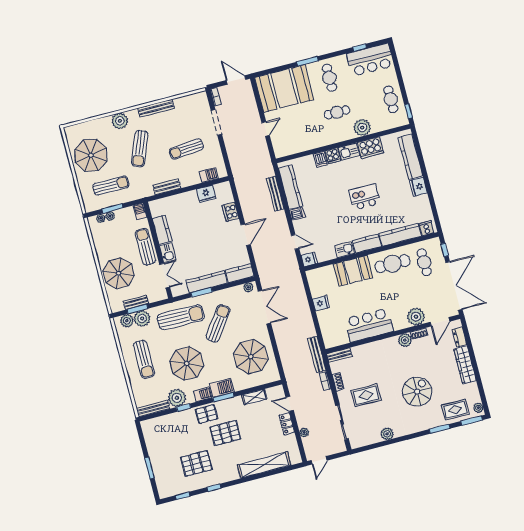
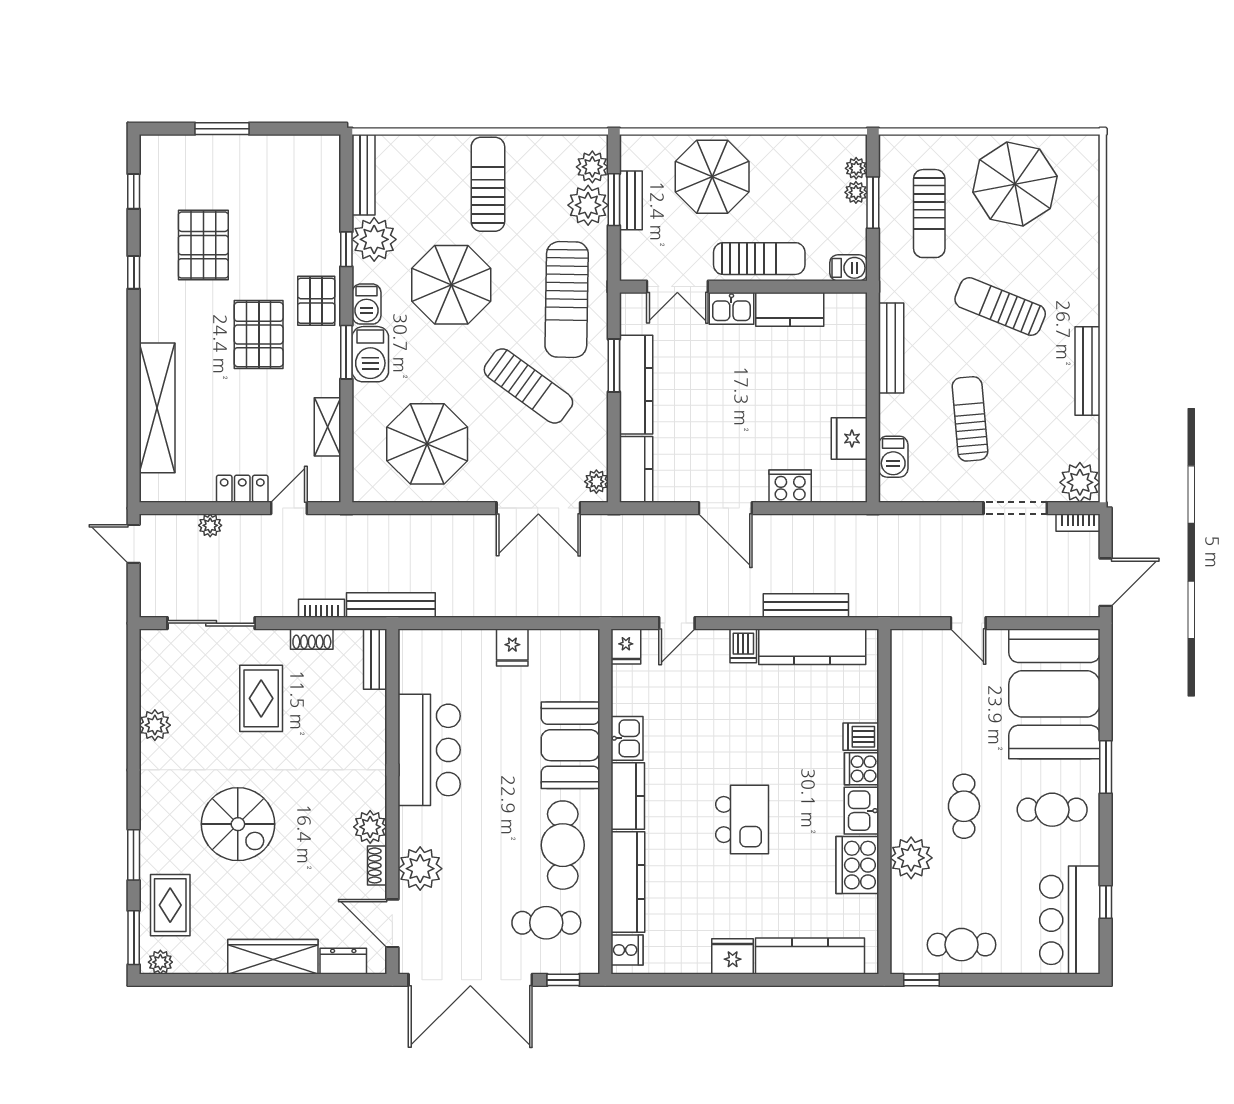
plant: (120, 121) -> (1080, 482), moved
bench: (167, 187) -> (891, 348), width x1.36
sun lounger: (144, 359) -> (488, 184), turned 90

